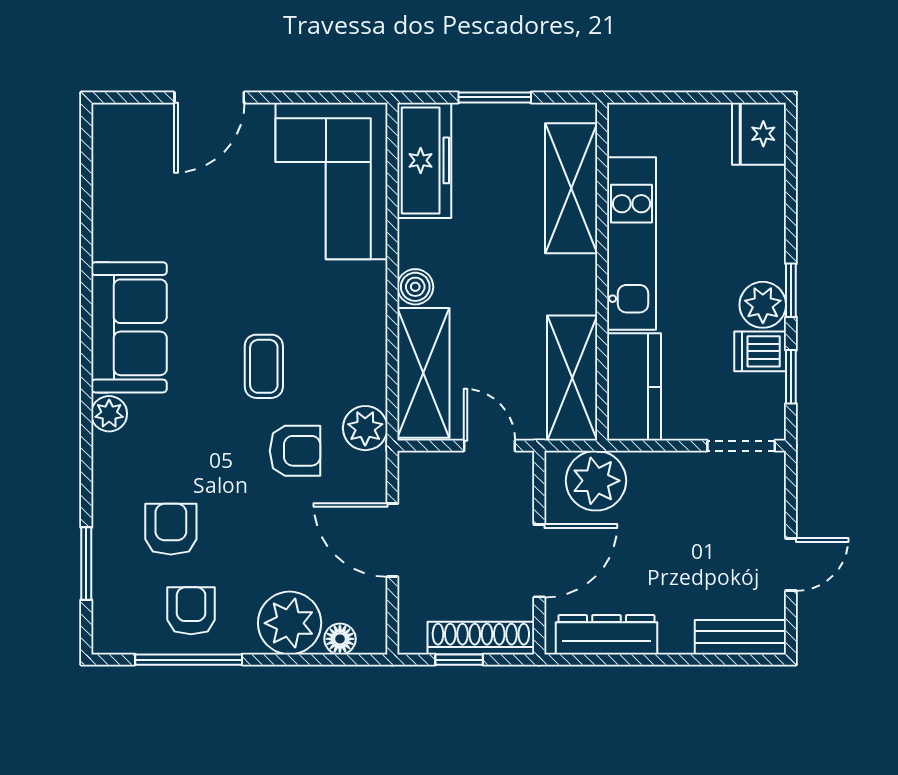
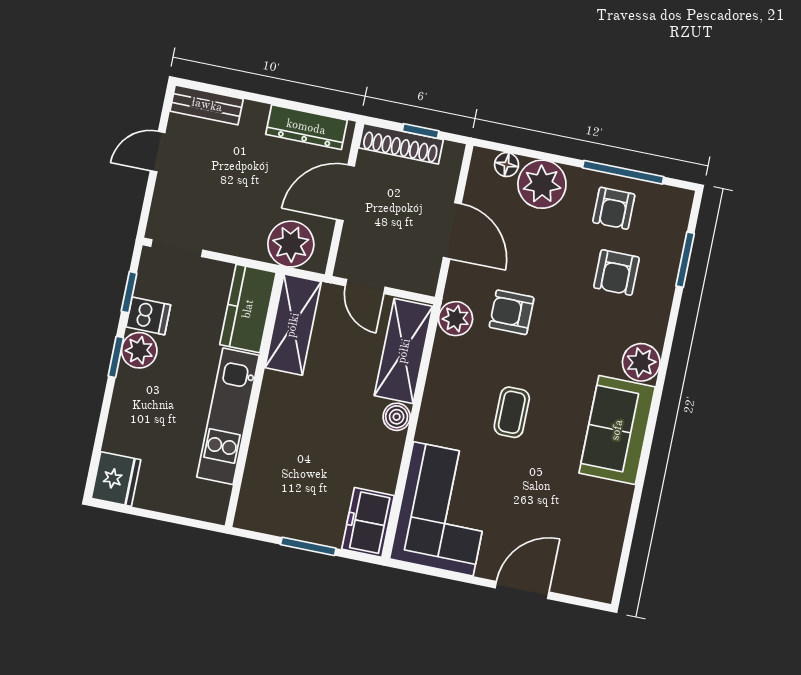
freezer: (424, 160) -> (368, 522), width x0.71
shelving: (571, 188) -> (265, 467), removed
coffee table: (264, 366) -> (512, 412), moved
plant: (109, 414) -> (641, 362), width x1.38, depth x1.38

